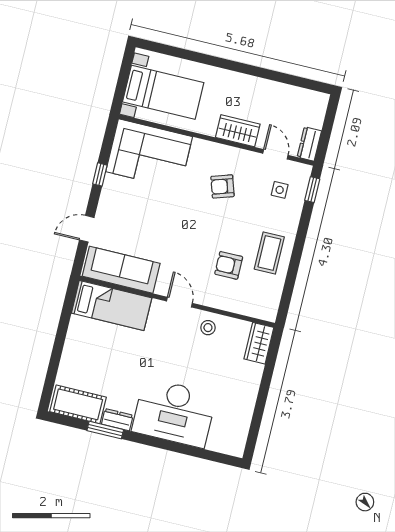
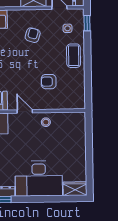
armchair: (222, 186) -> (33, 35), turned 125
coffee table: (269, 253) -> (74, 56), moved
wardrobe: (259, 343) -> (75, 189), moved, turned 90

